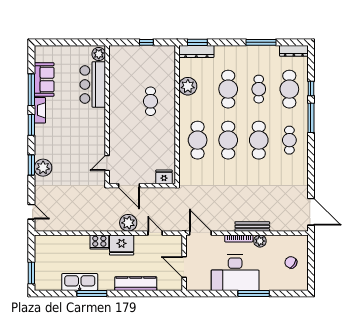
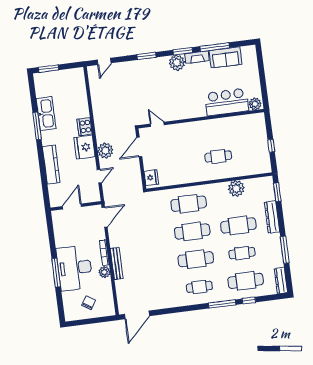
dresser: (196, 52) -> (272, 217), moved
plant: (43, 168) -> (177, 63), moved
desk: (235, 273) -> (75, 268), moved

